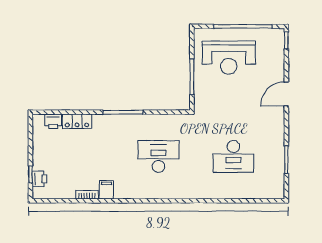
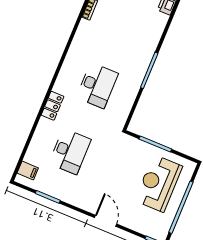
locker: (77, 121) -> (53, 106), moved, turned 180
desk: (233, 156) -> (70, 151), turned 180
filing cabinet: (106, 190) -> (28, 171), moved

